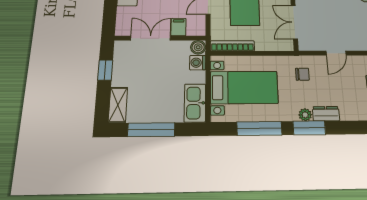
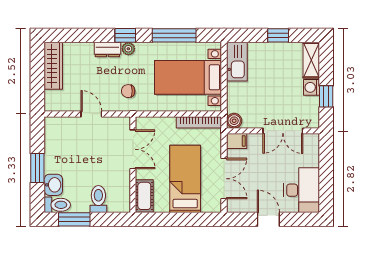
filing cabinet: (178, 27) -> (237, 141), moved, turned -90
door: (336, 53) -> (91, 114), hinge flipped
washing machine: (198, 63) -> (311, 87), moved, turned 180
window: (309, 128) -> (125, 35), width x0.67
window: (151, 130) -> (278, 35), width x0.46

